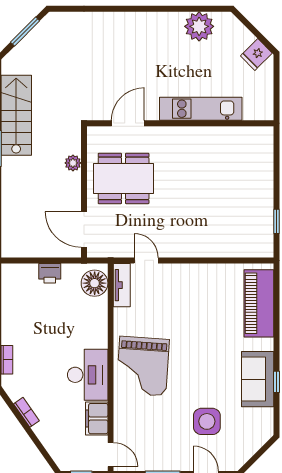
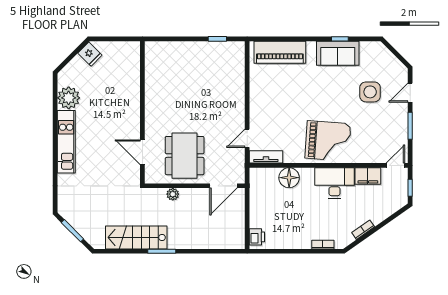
kitchen unit: (201, 109) -> (66, 142), moved, turned 180
printer: (50, 273) -> (257, 237), moved
floor lamp: (95, 283) -> (289, 178), moved

